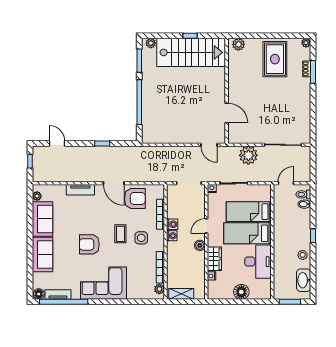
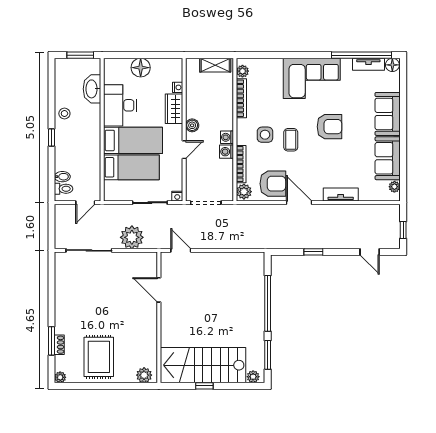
plant: (158, 192) -> (244, 192), added
armchair: (135, 199) -> (273, 184), turned 180
washbasin: (304, 280) -> (92, 89), moved, turned 180

